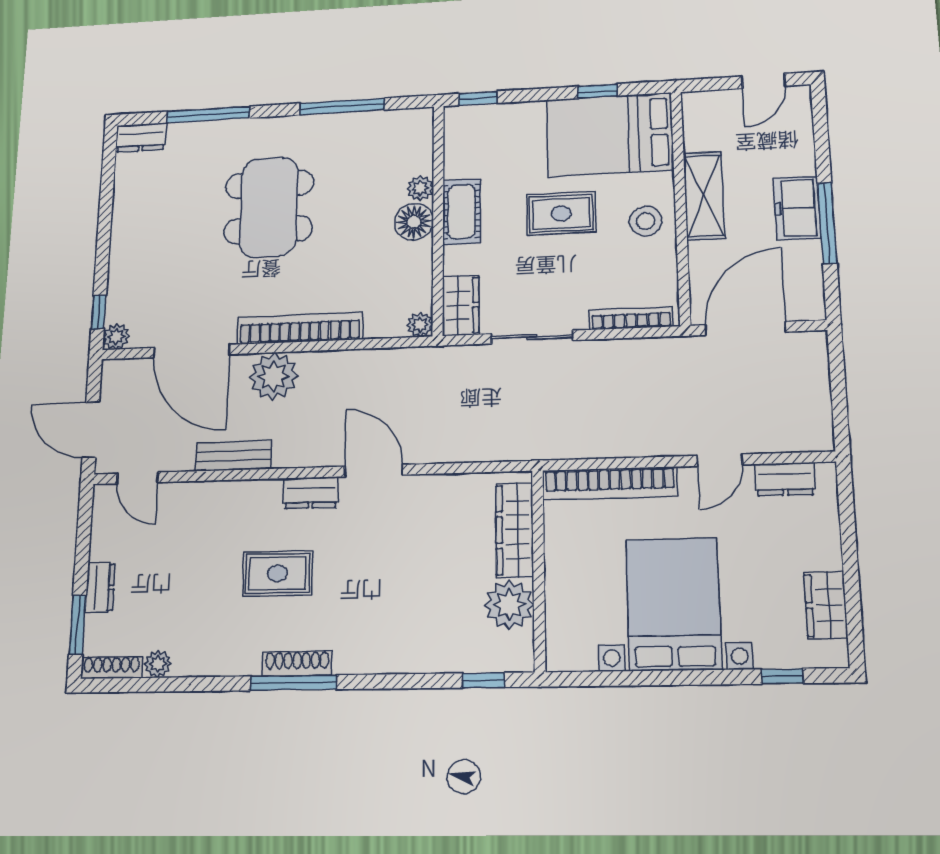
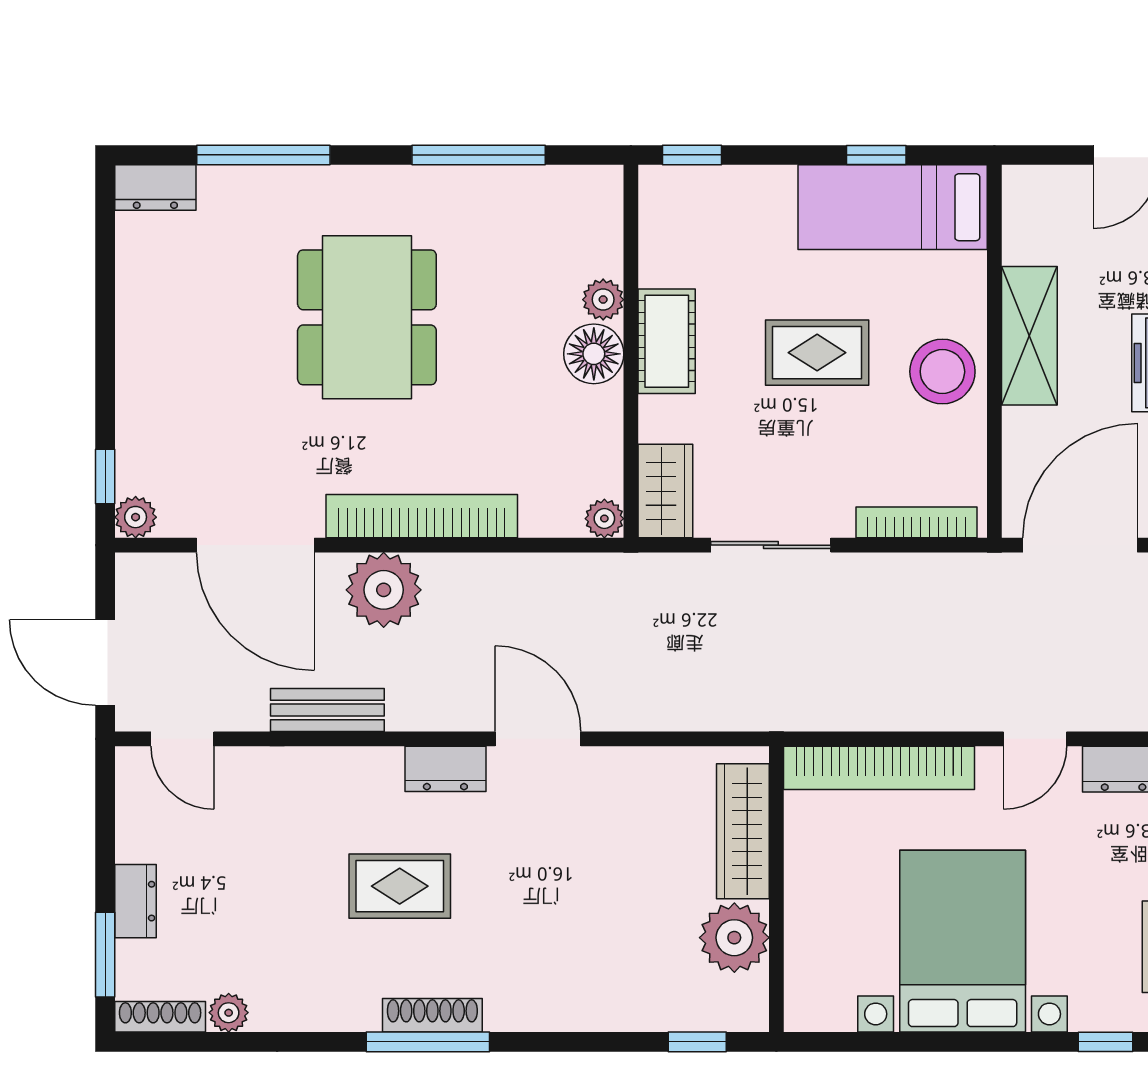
bed: (610, 135) -> (893, 207), width x0.67
stool: (646, 221) -> (942, 372), width x1.38, depth x1.38

